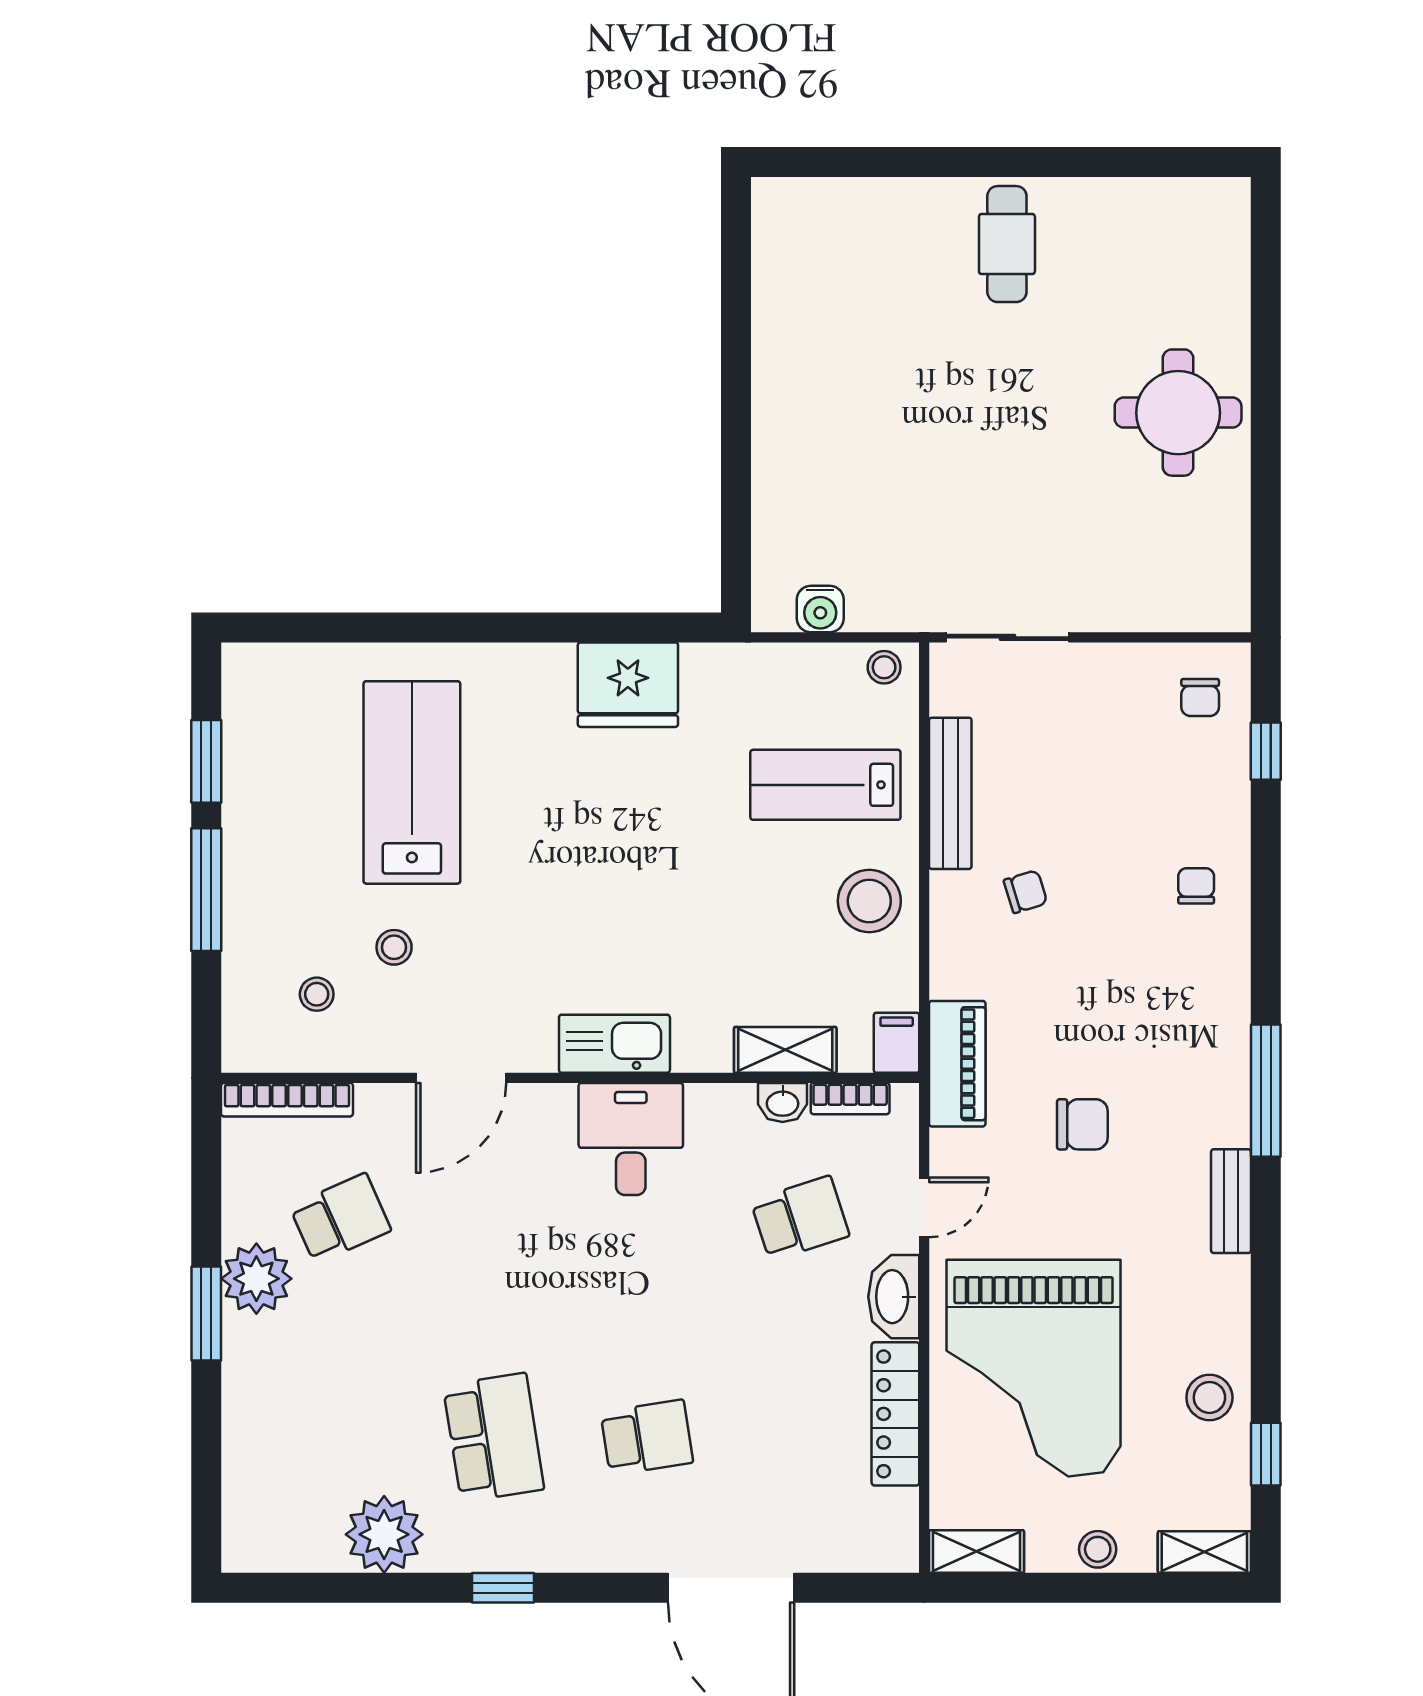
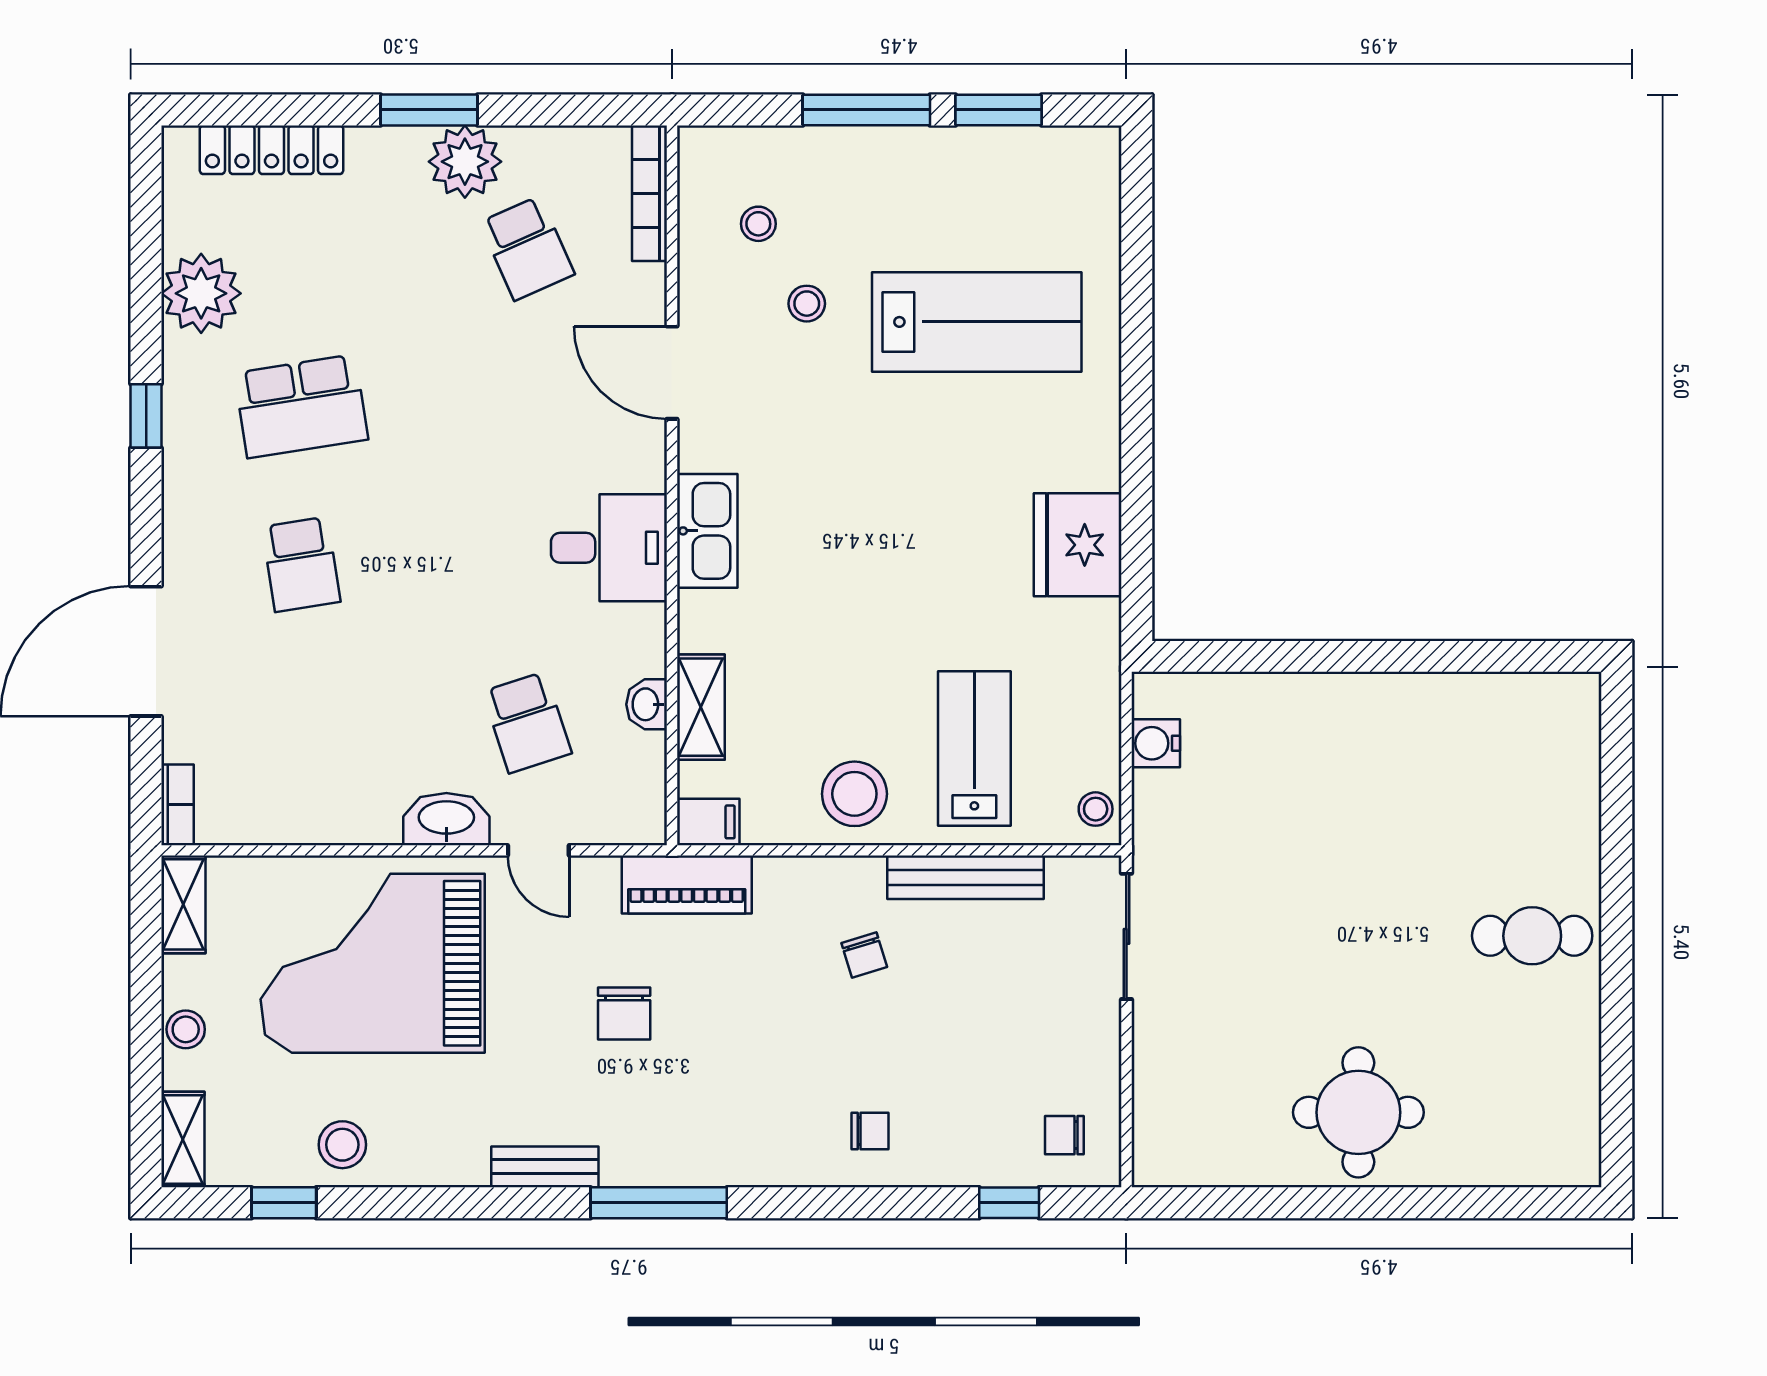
bookcase: (850, 1099) -> (178, 805), moved, turned 180
locker: (895, 1414) -> (271, 150), moved, turned 180

